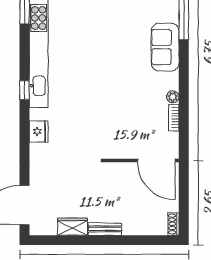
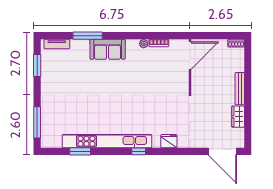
bench: (105, 229) -> (240, 89), width x1.36

